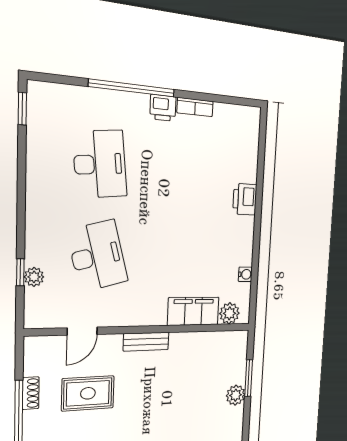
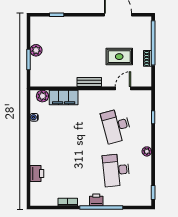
printer: (163, 108) -> (96, 200), moved
printer: (245, 199) -> (37, 174), moved
plant: (34, 277) -> (147, 151), moved

